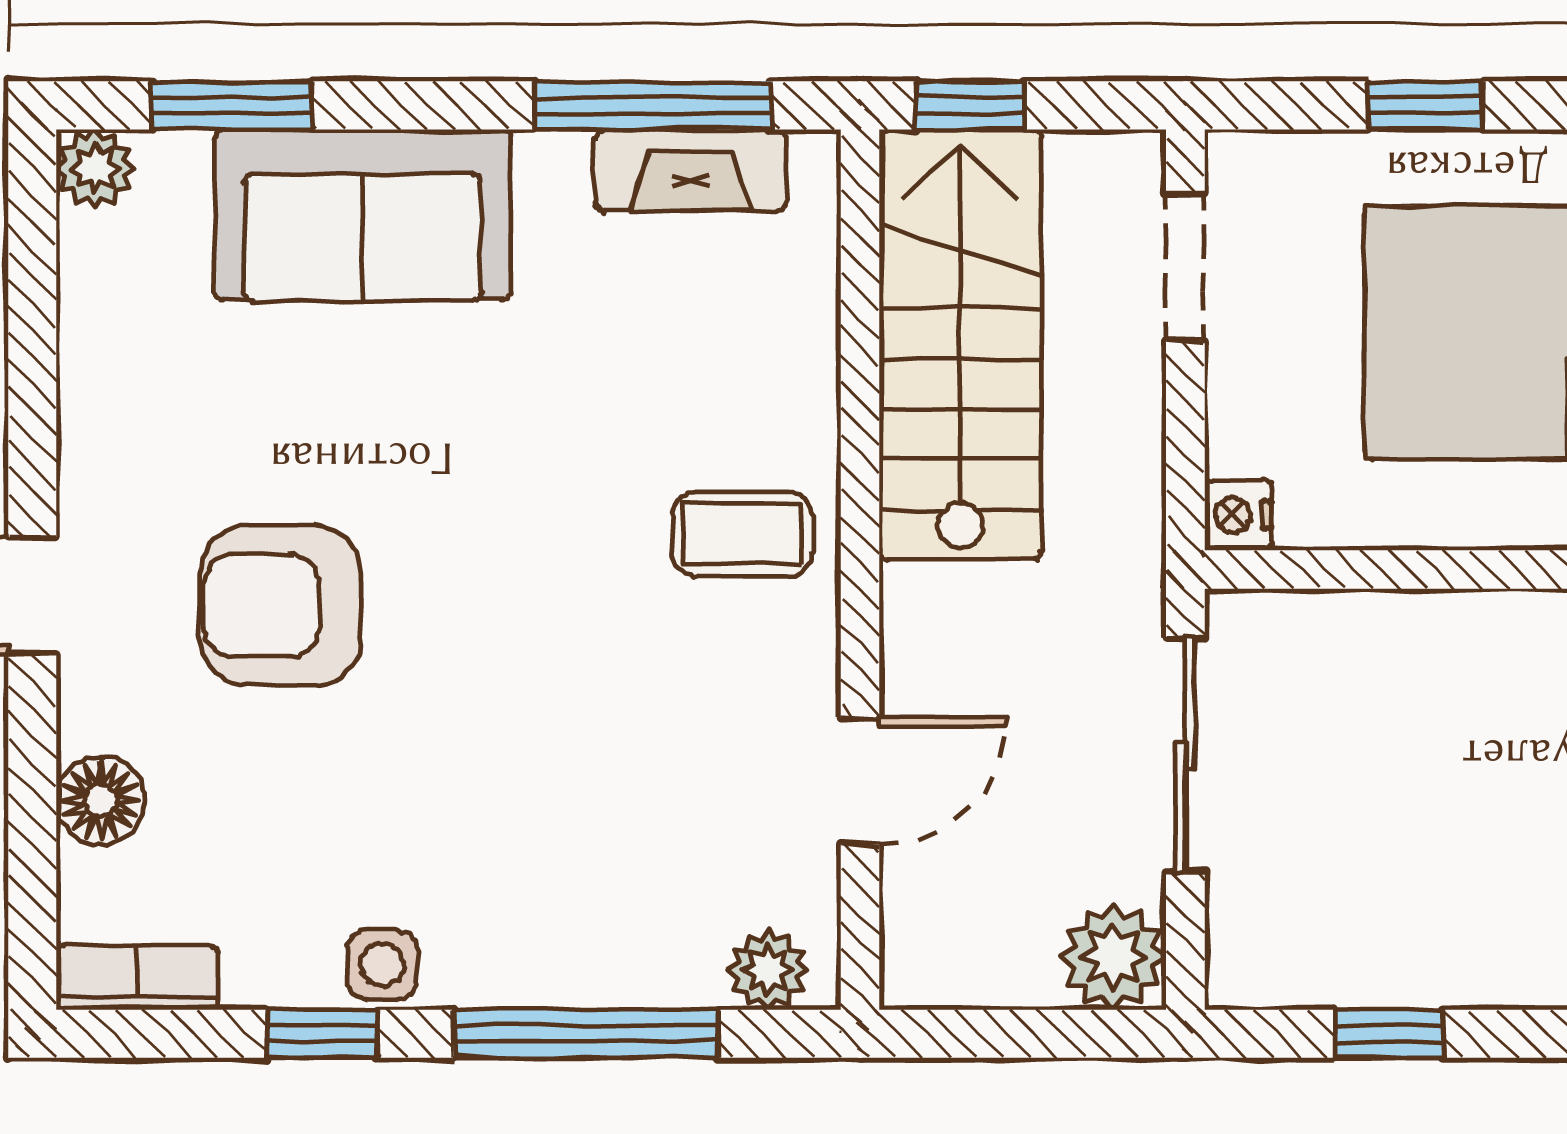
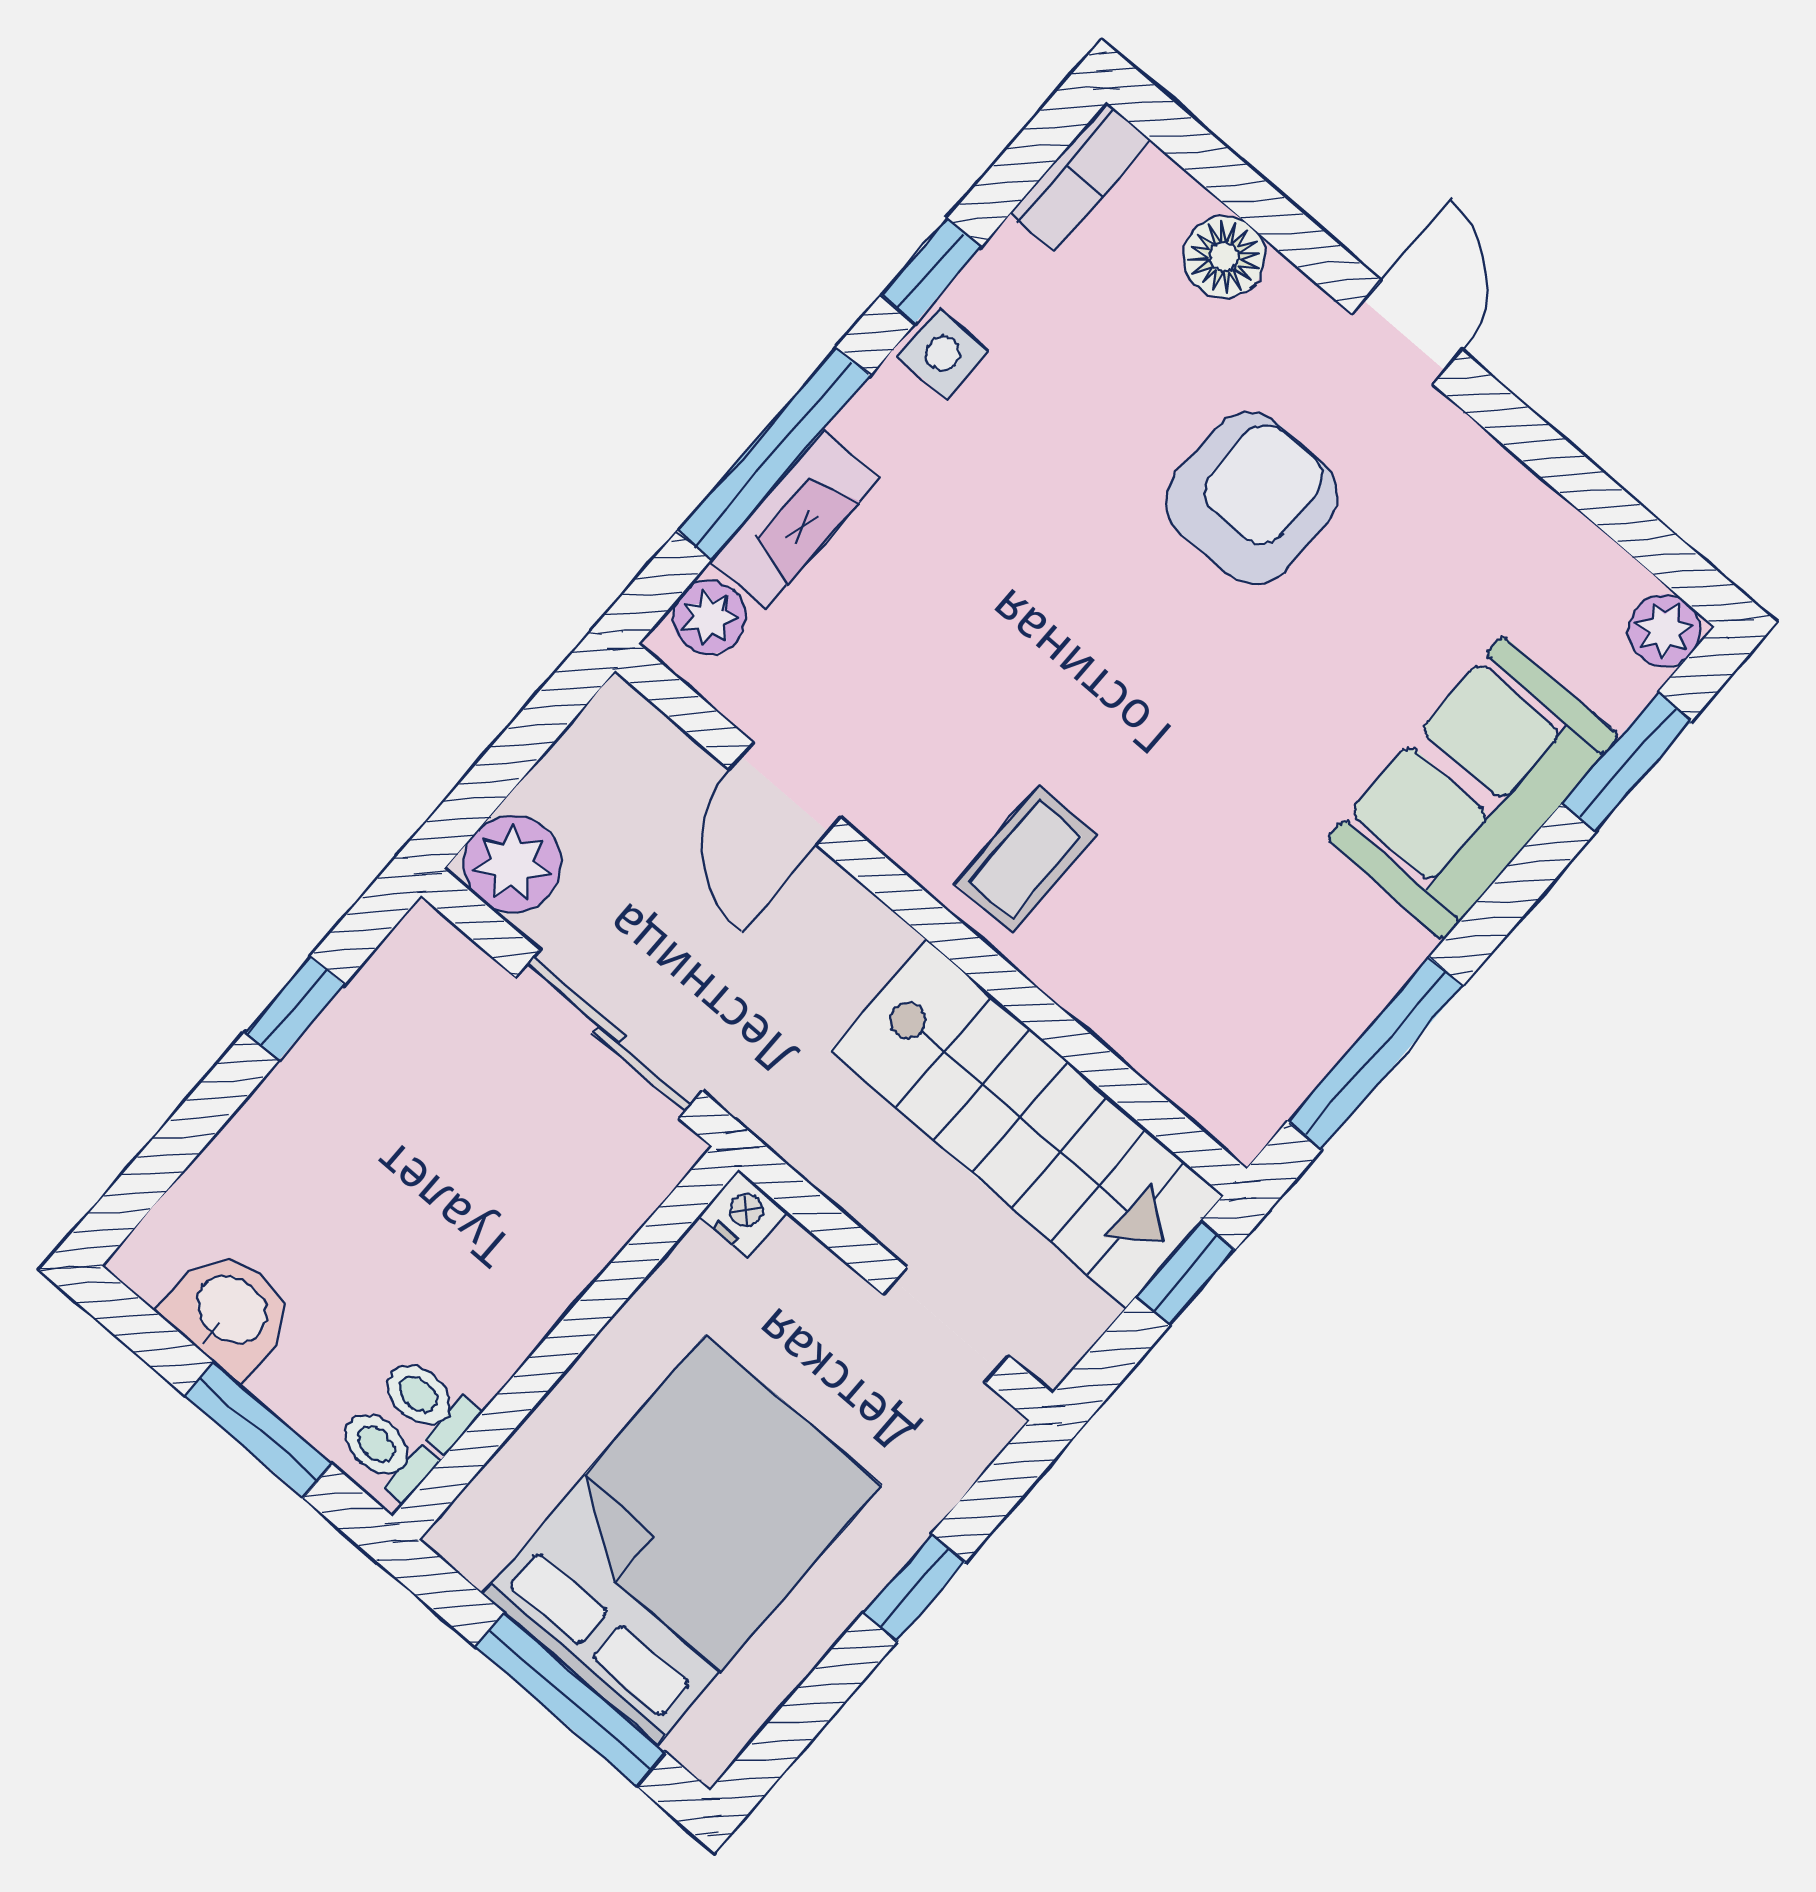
fireplace: (690, 170) -> (795, 519), moved, turned 180

